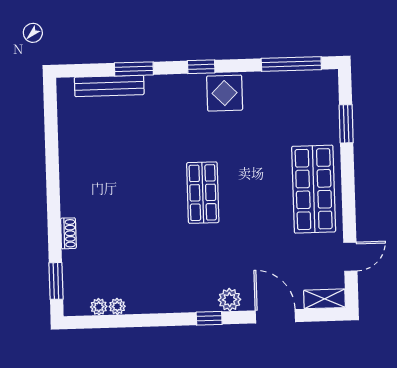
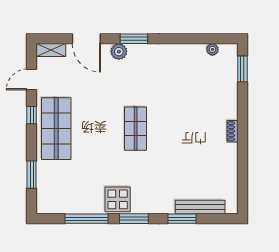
window: (291, 64) -> (86, 219), moved
window: (201, 67) -> (134, 219), width x1.50
window: (349, 207) -> (32, 115), added
shoe rack: (68, 233) -> (232, 131), moved
plant: (117, 306) -> (199, 49), removed
window: (209, 318) -> (134, 39), width x1.50

